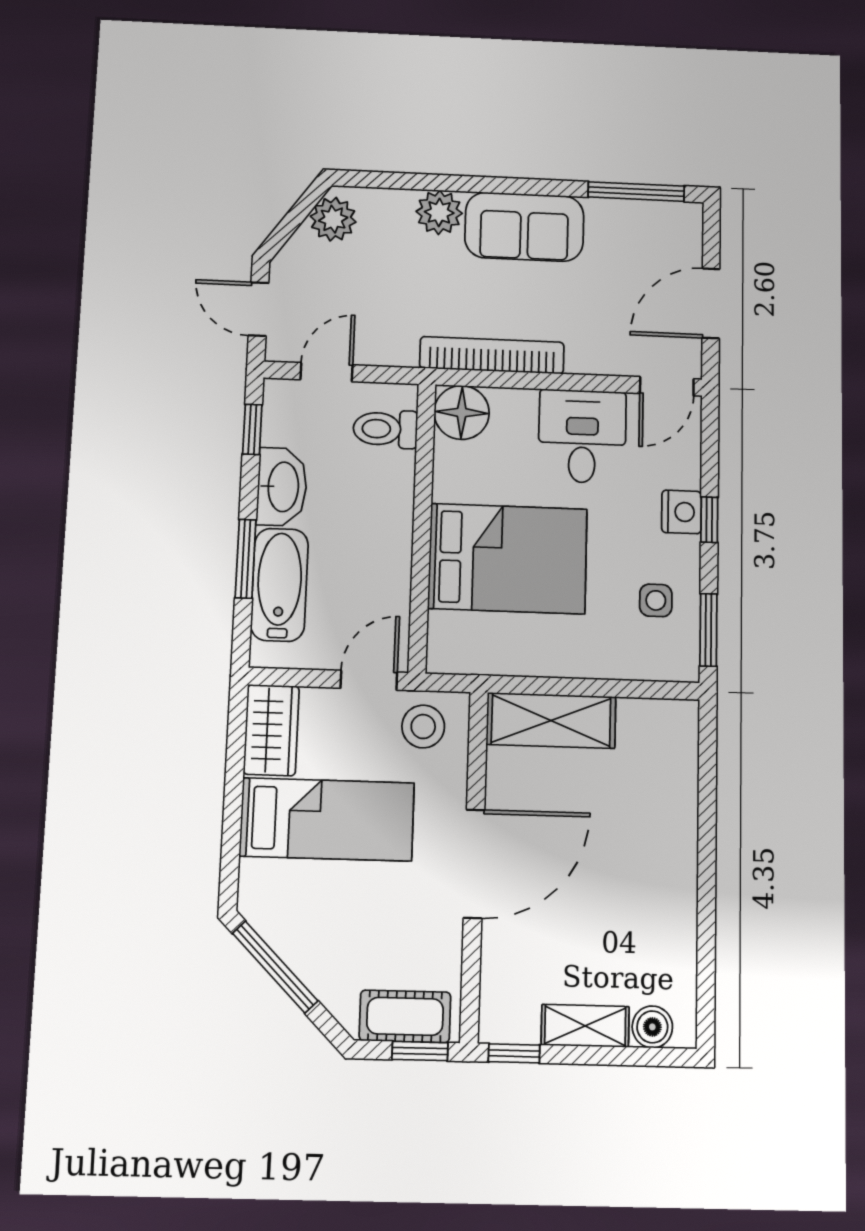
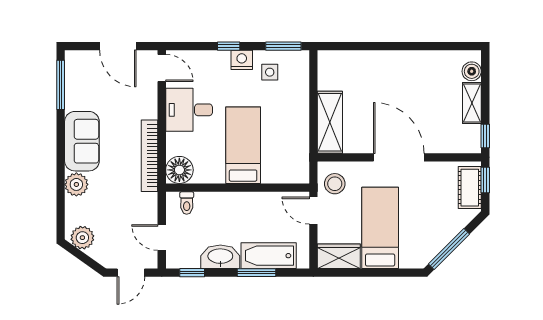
toilet: (385, 429) -> (187, 203), width x0.73, depth x0.72
nightstand: (681, 512) -> (242, 60), moved
bed: (508, 559) -> (243, 145), width x0.67

